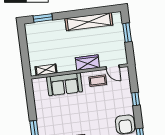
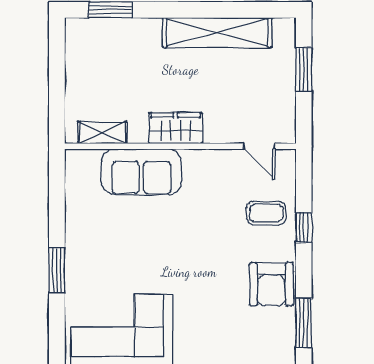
wardrobe: (87, 63) -> (176, 128), moved
coffee table: (98, 81) -> (266, 213), moved

